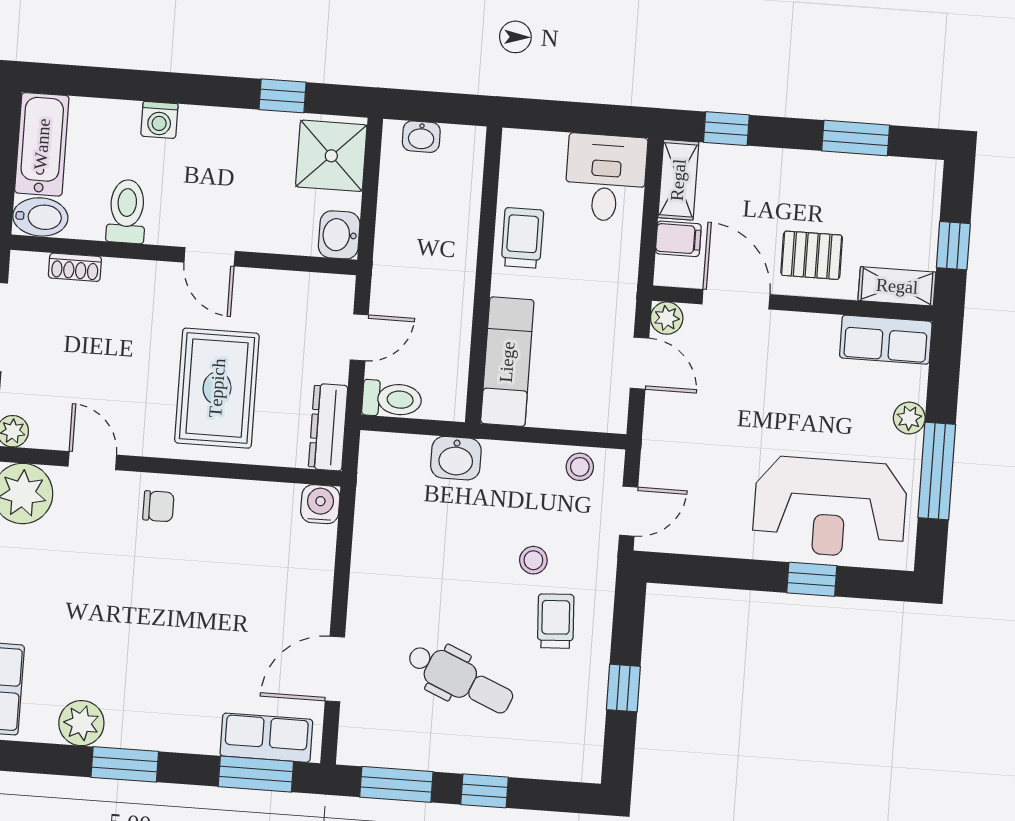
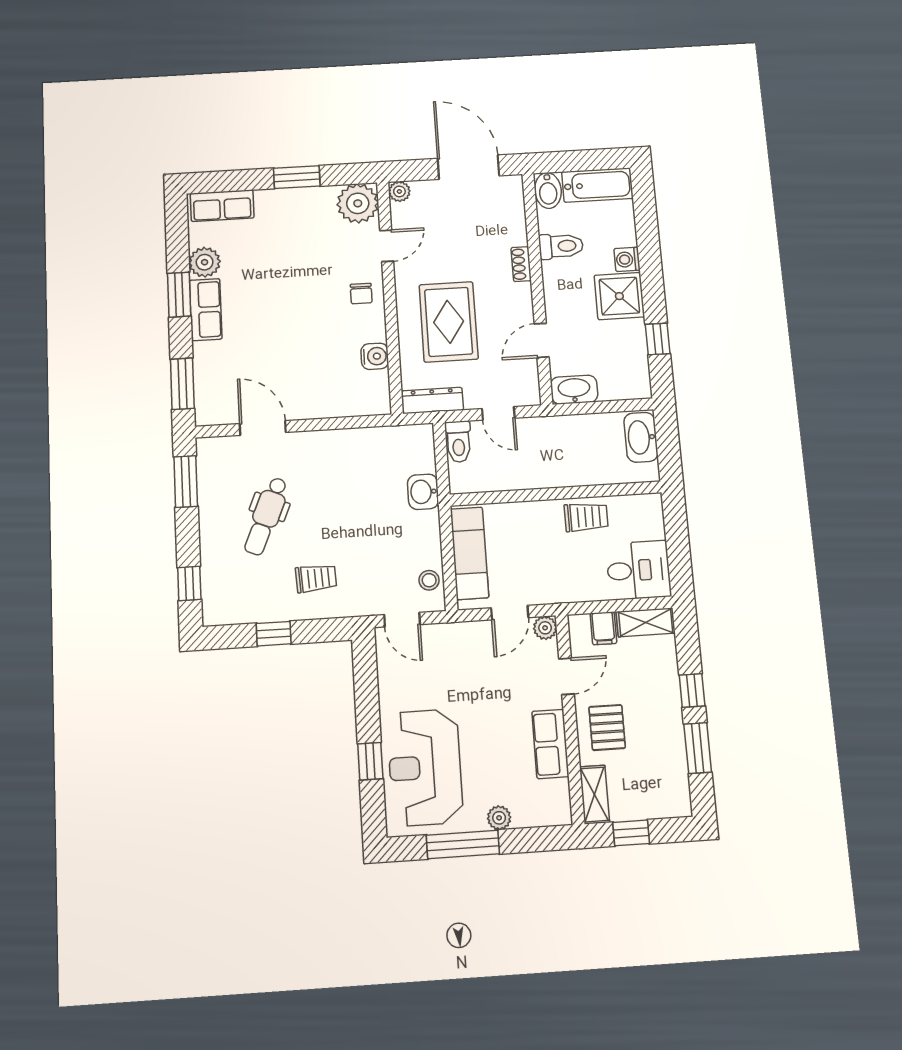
window: (726, 129) -> (692, 690), moved
washbasin: (421, 137) -> (641, 437), width x1.91, depth x1.45
shower: (331, 156) -> (619, 296), moved
washbasin: (339, 235) -> (574, 390), width x1.38
door: (210, 257) -> (542, 340), moved
shoe rack: (75, 267) -> (521, 264), moved
door: (736, 299) -> (566, 676), width x0.73
row of seats: (886, 340) -> (550, 744), moved
exam couch: (507, 362) -> (469, 553), moved, turned -90
rug: (217, 388) -> (449, 322), turned 90
water cooler: (320, 504) -> (375, 356), moved
stool: (533, 560) -> (358, 556), removed
row of seats: (266, 738) -> (206, 310), moved
window: (485, 791) -> (189, 583), moved

